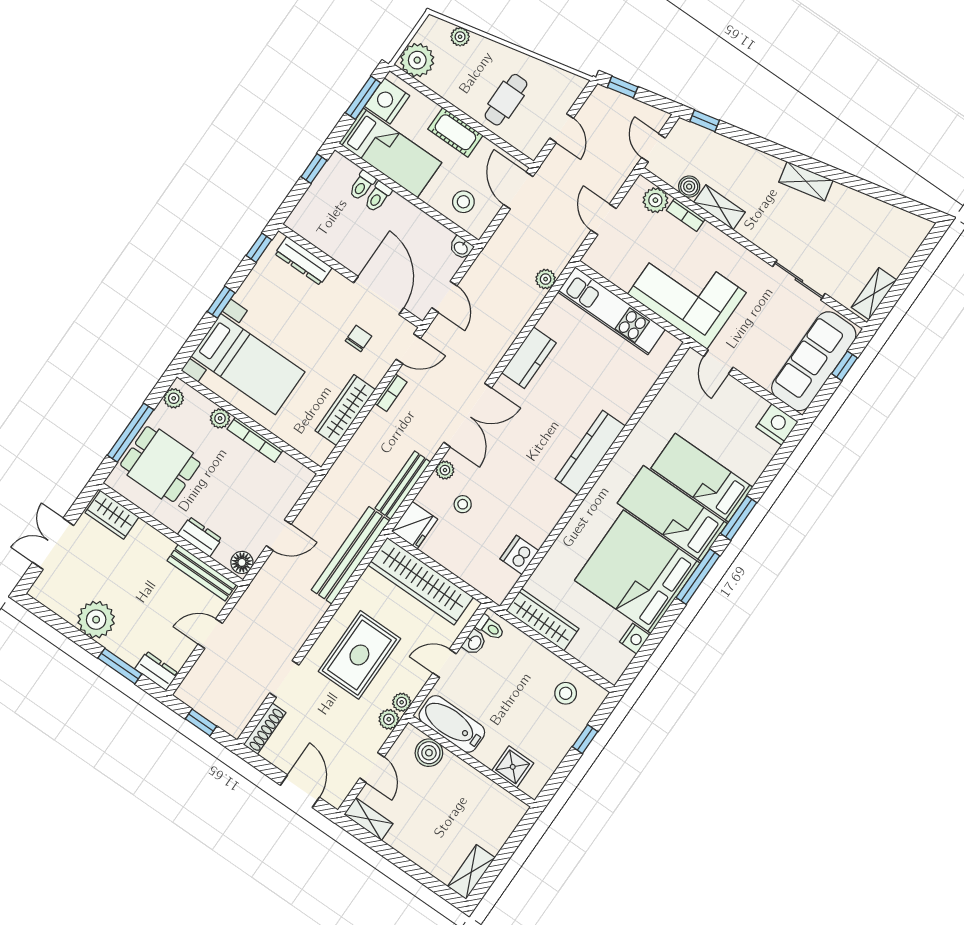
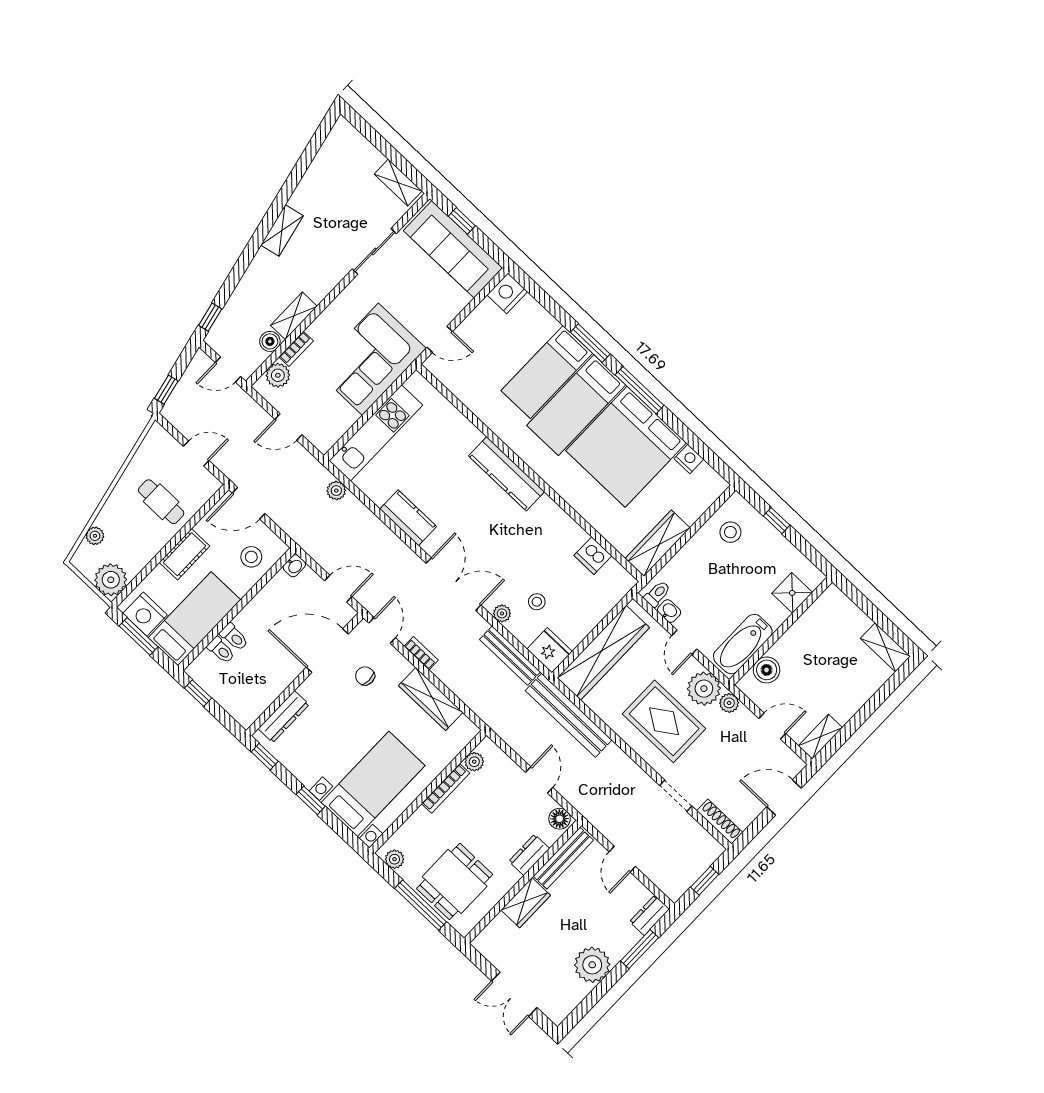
plant: (220, 418) -> (474, 762), moved
wardrobe: (112, 515) -> (526, 903), moved
plant: (402, 702) -> (704, 689), width x1.87, depth x1.87

